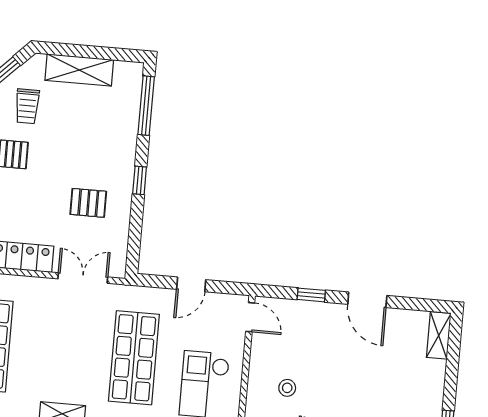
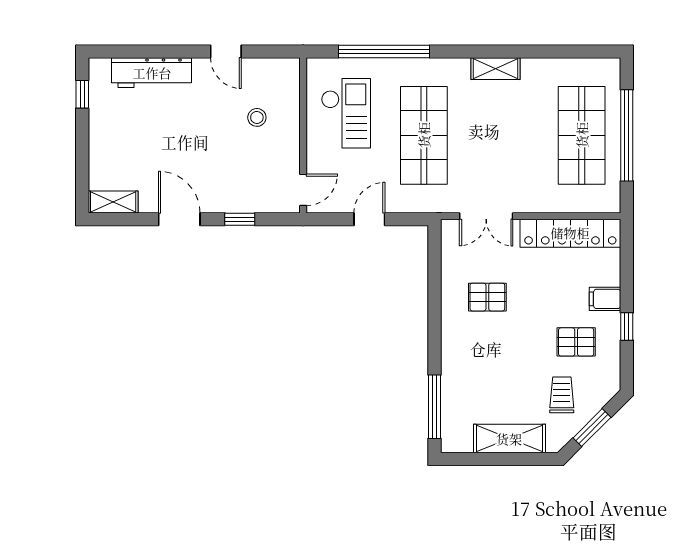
window: (140, 180) -> (434, 326), removed
door: (250, 317) -> (303, 190), swing flipped
shelving: (439, 335) -> (113, 202), moved, turned 90

